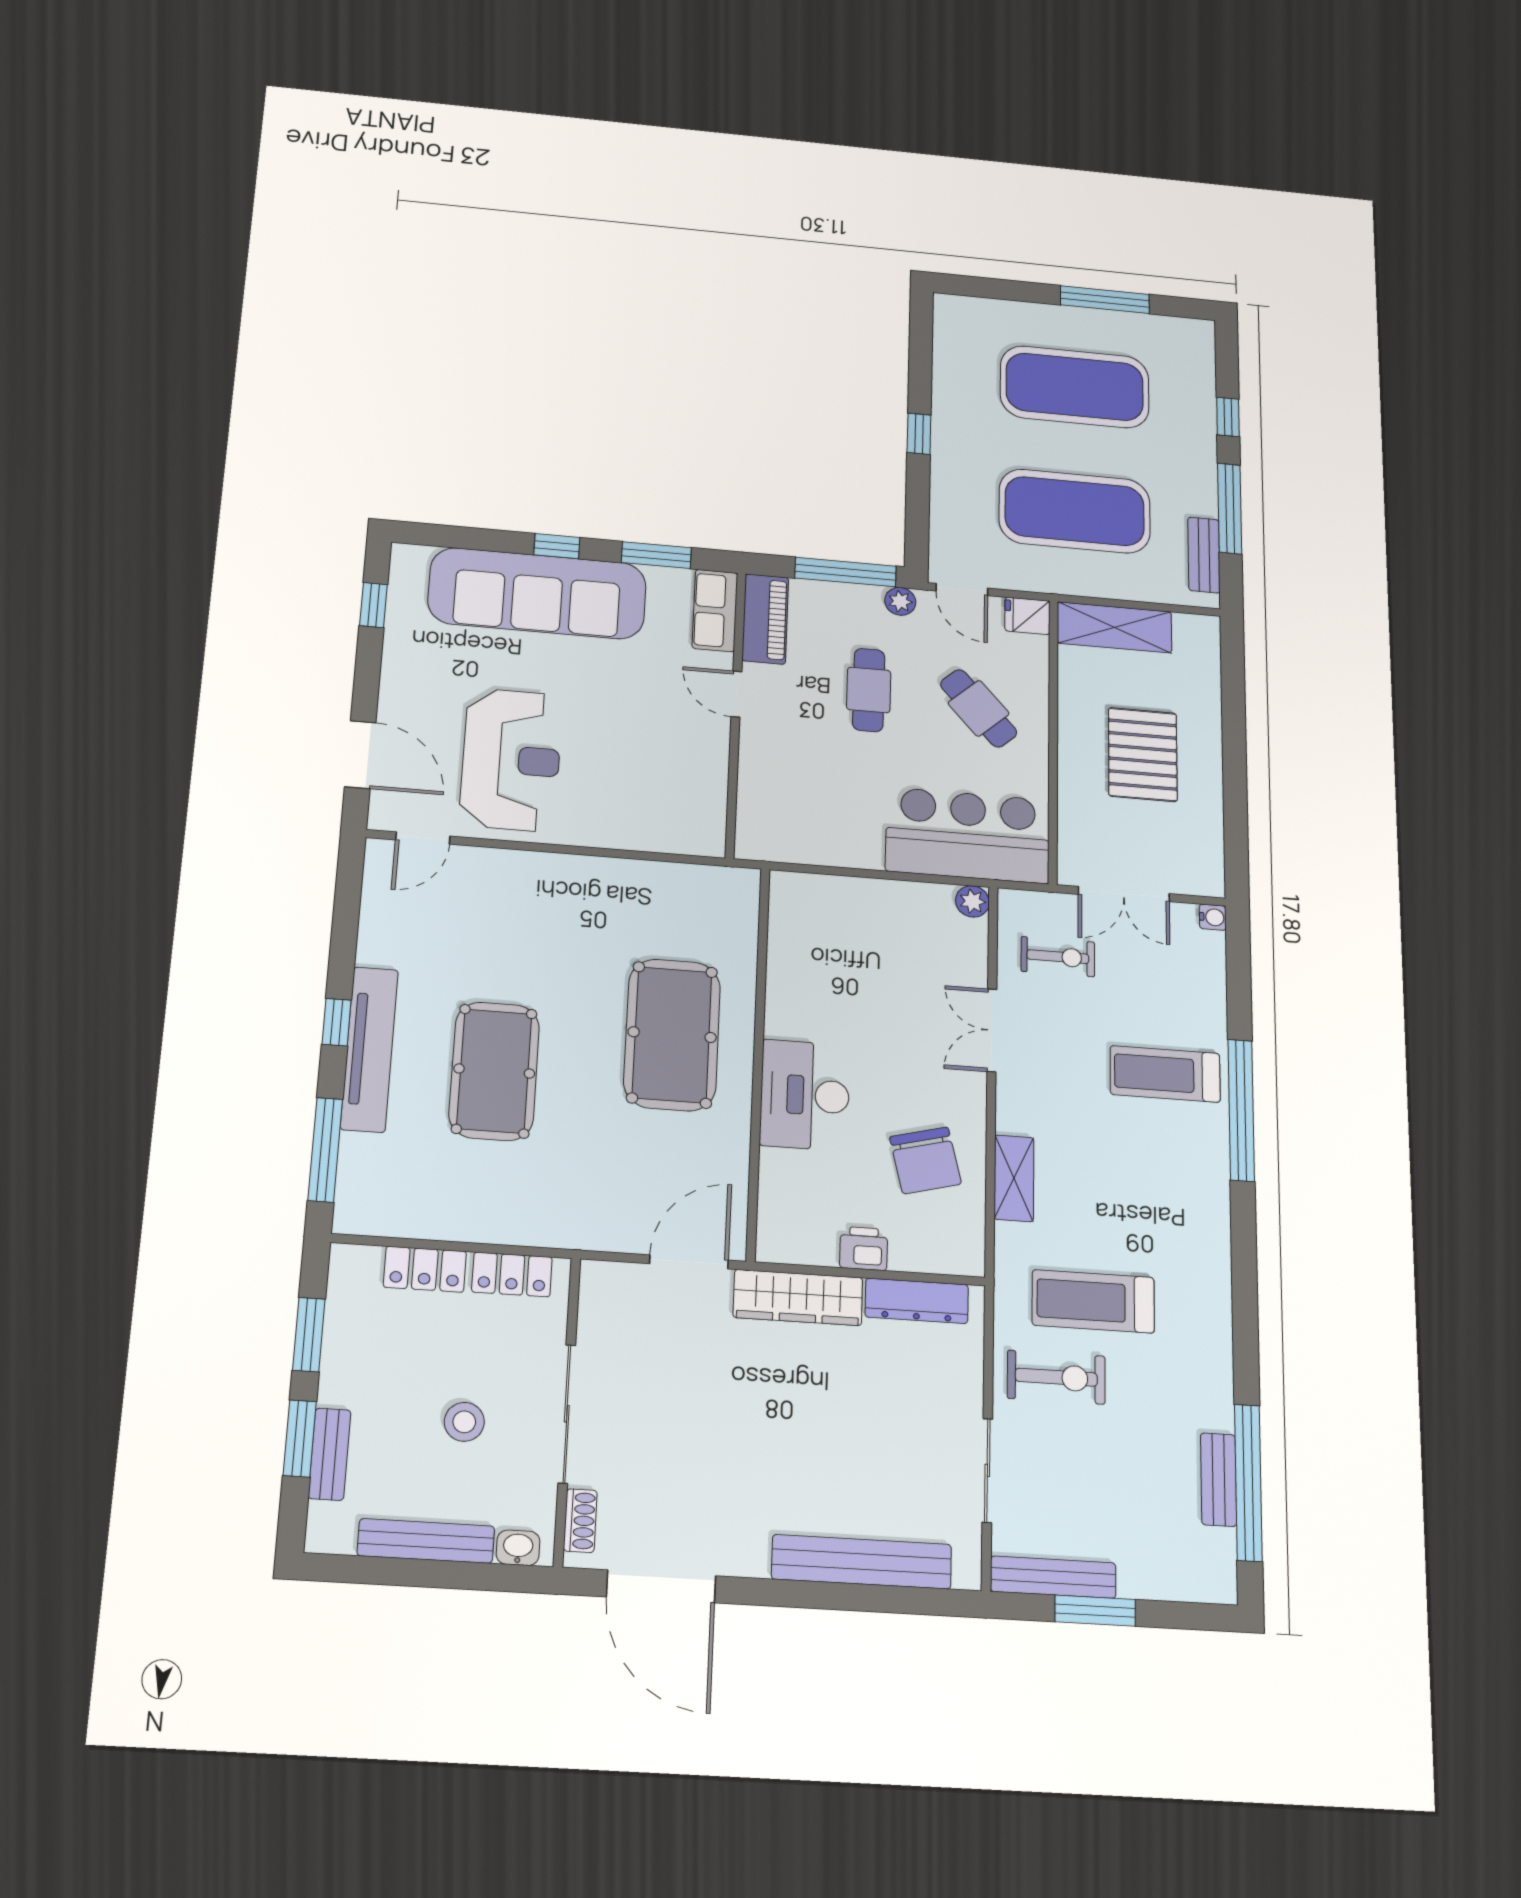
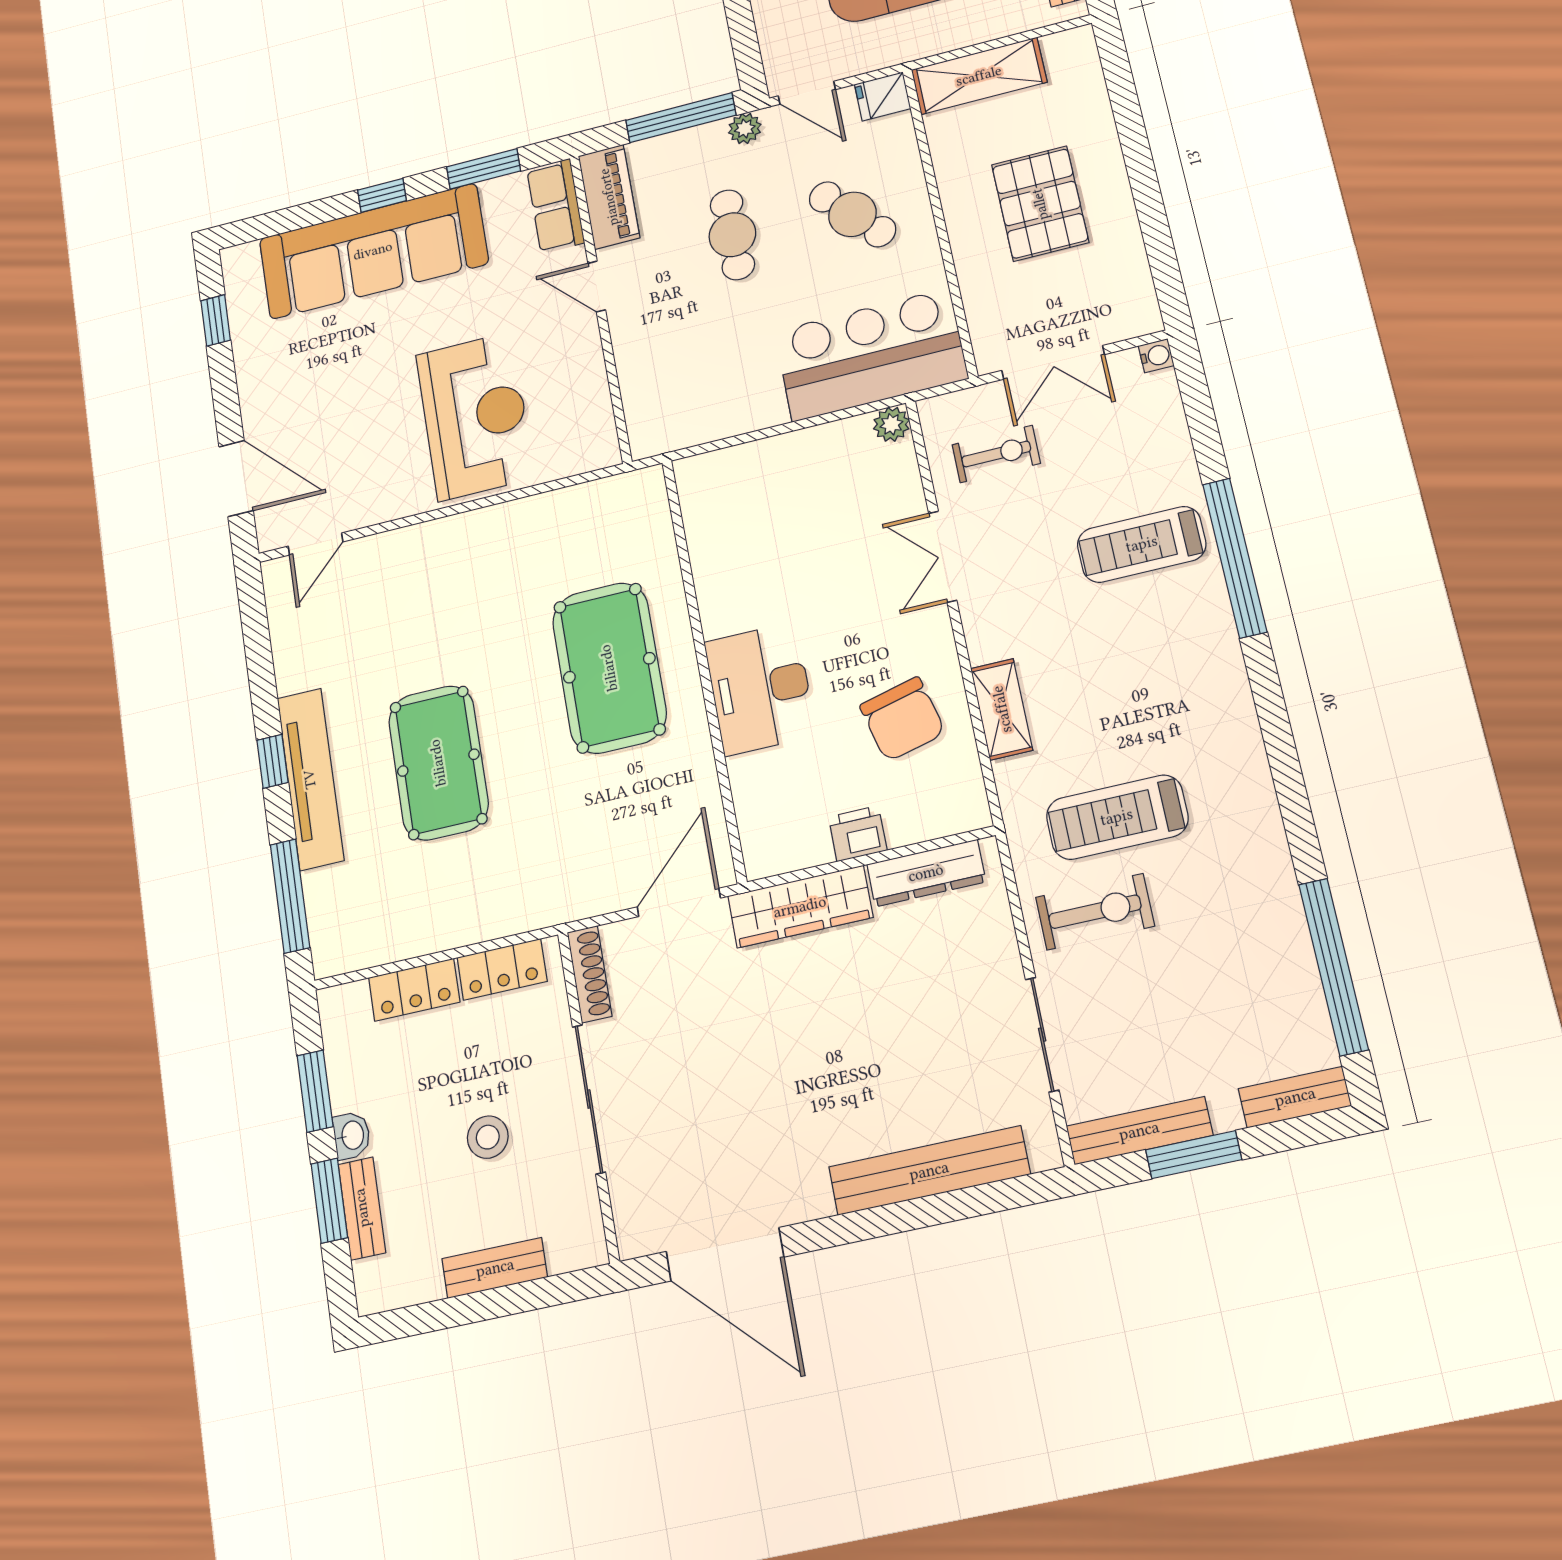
reception desk: (511, 760) -> (475, 416), moved
bench: (1219, 1480) -> (1295, 1097), moved, turned 90
shoe rack: (580, 1521) -> (590, 974), moved, width x1.43
bench: (426, 1541) -> (495, 1268), width x0.73
washbasin: (518, 1548) -> (352, 1135), moved, turned 90

